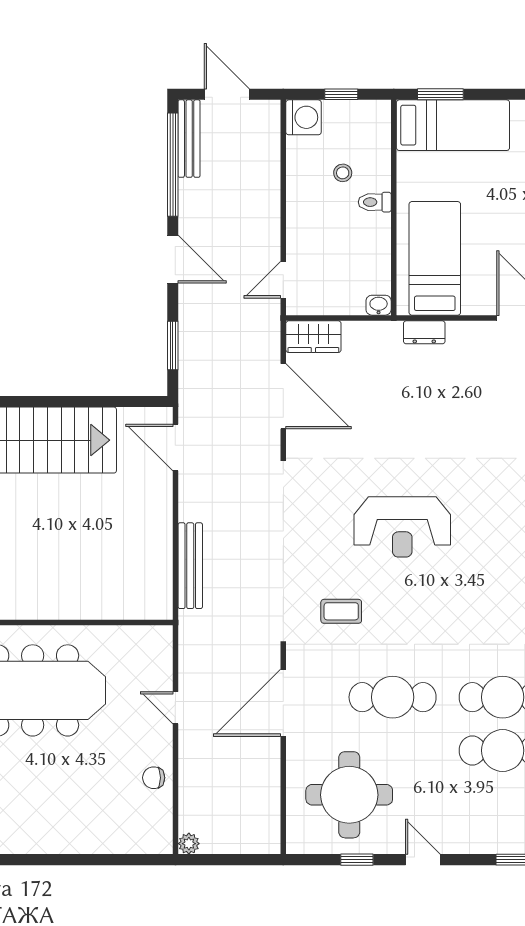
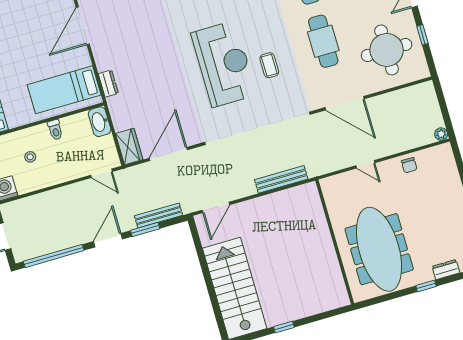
bench: (189, 139) -> (159, 216), moved
toilet: (375, 202) -> (55, 130), moved
washbasin: (379, 305) -> (100, 122), width x1.91, depth x1.45
window: (173, 346) -> (145, 229), moved
reception desk: (402, 527) -> (224, 64), width x1.36, depth x1.30
coffee table: (341, 611) -> (269, 65), moved
door: (175, 708) -> (365, 164), hinge flipped

